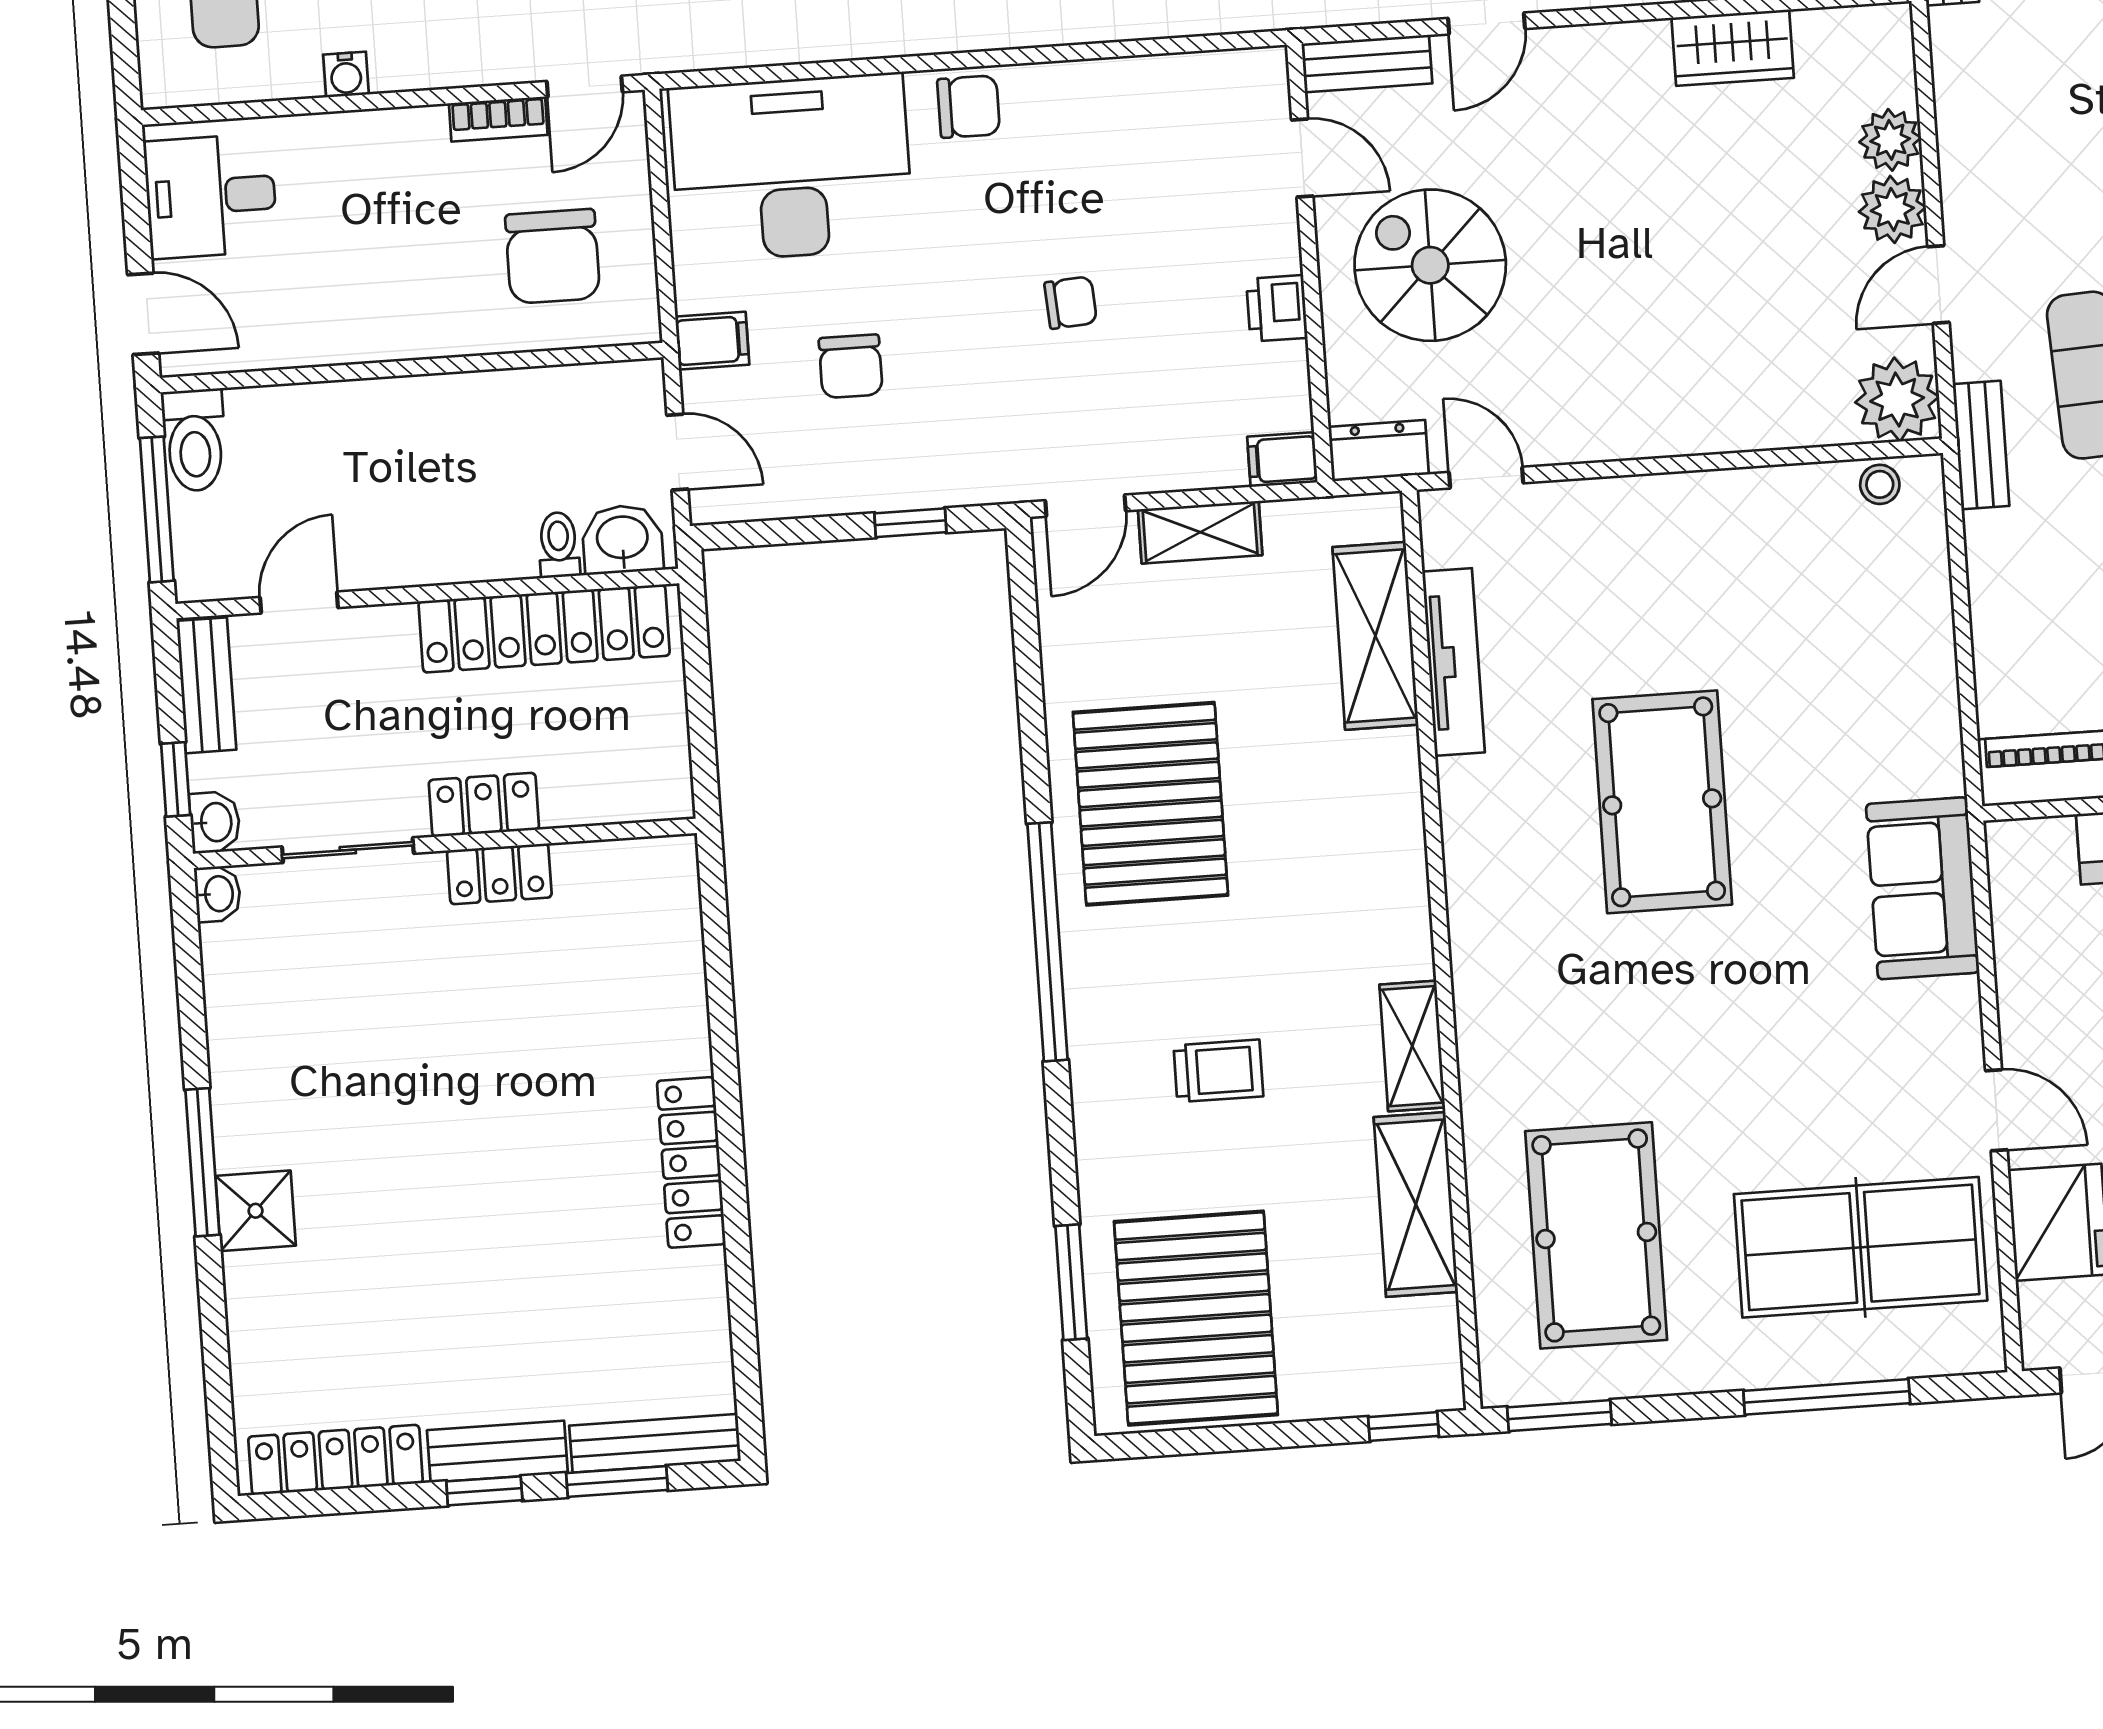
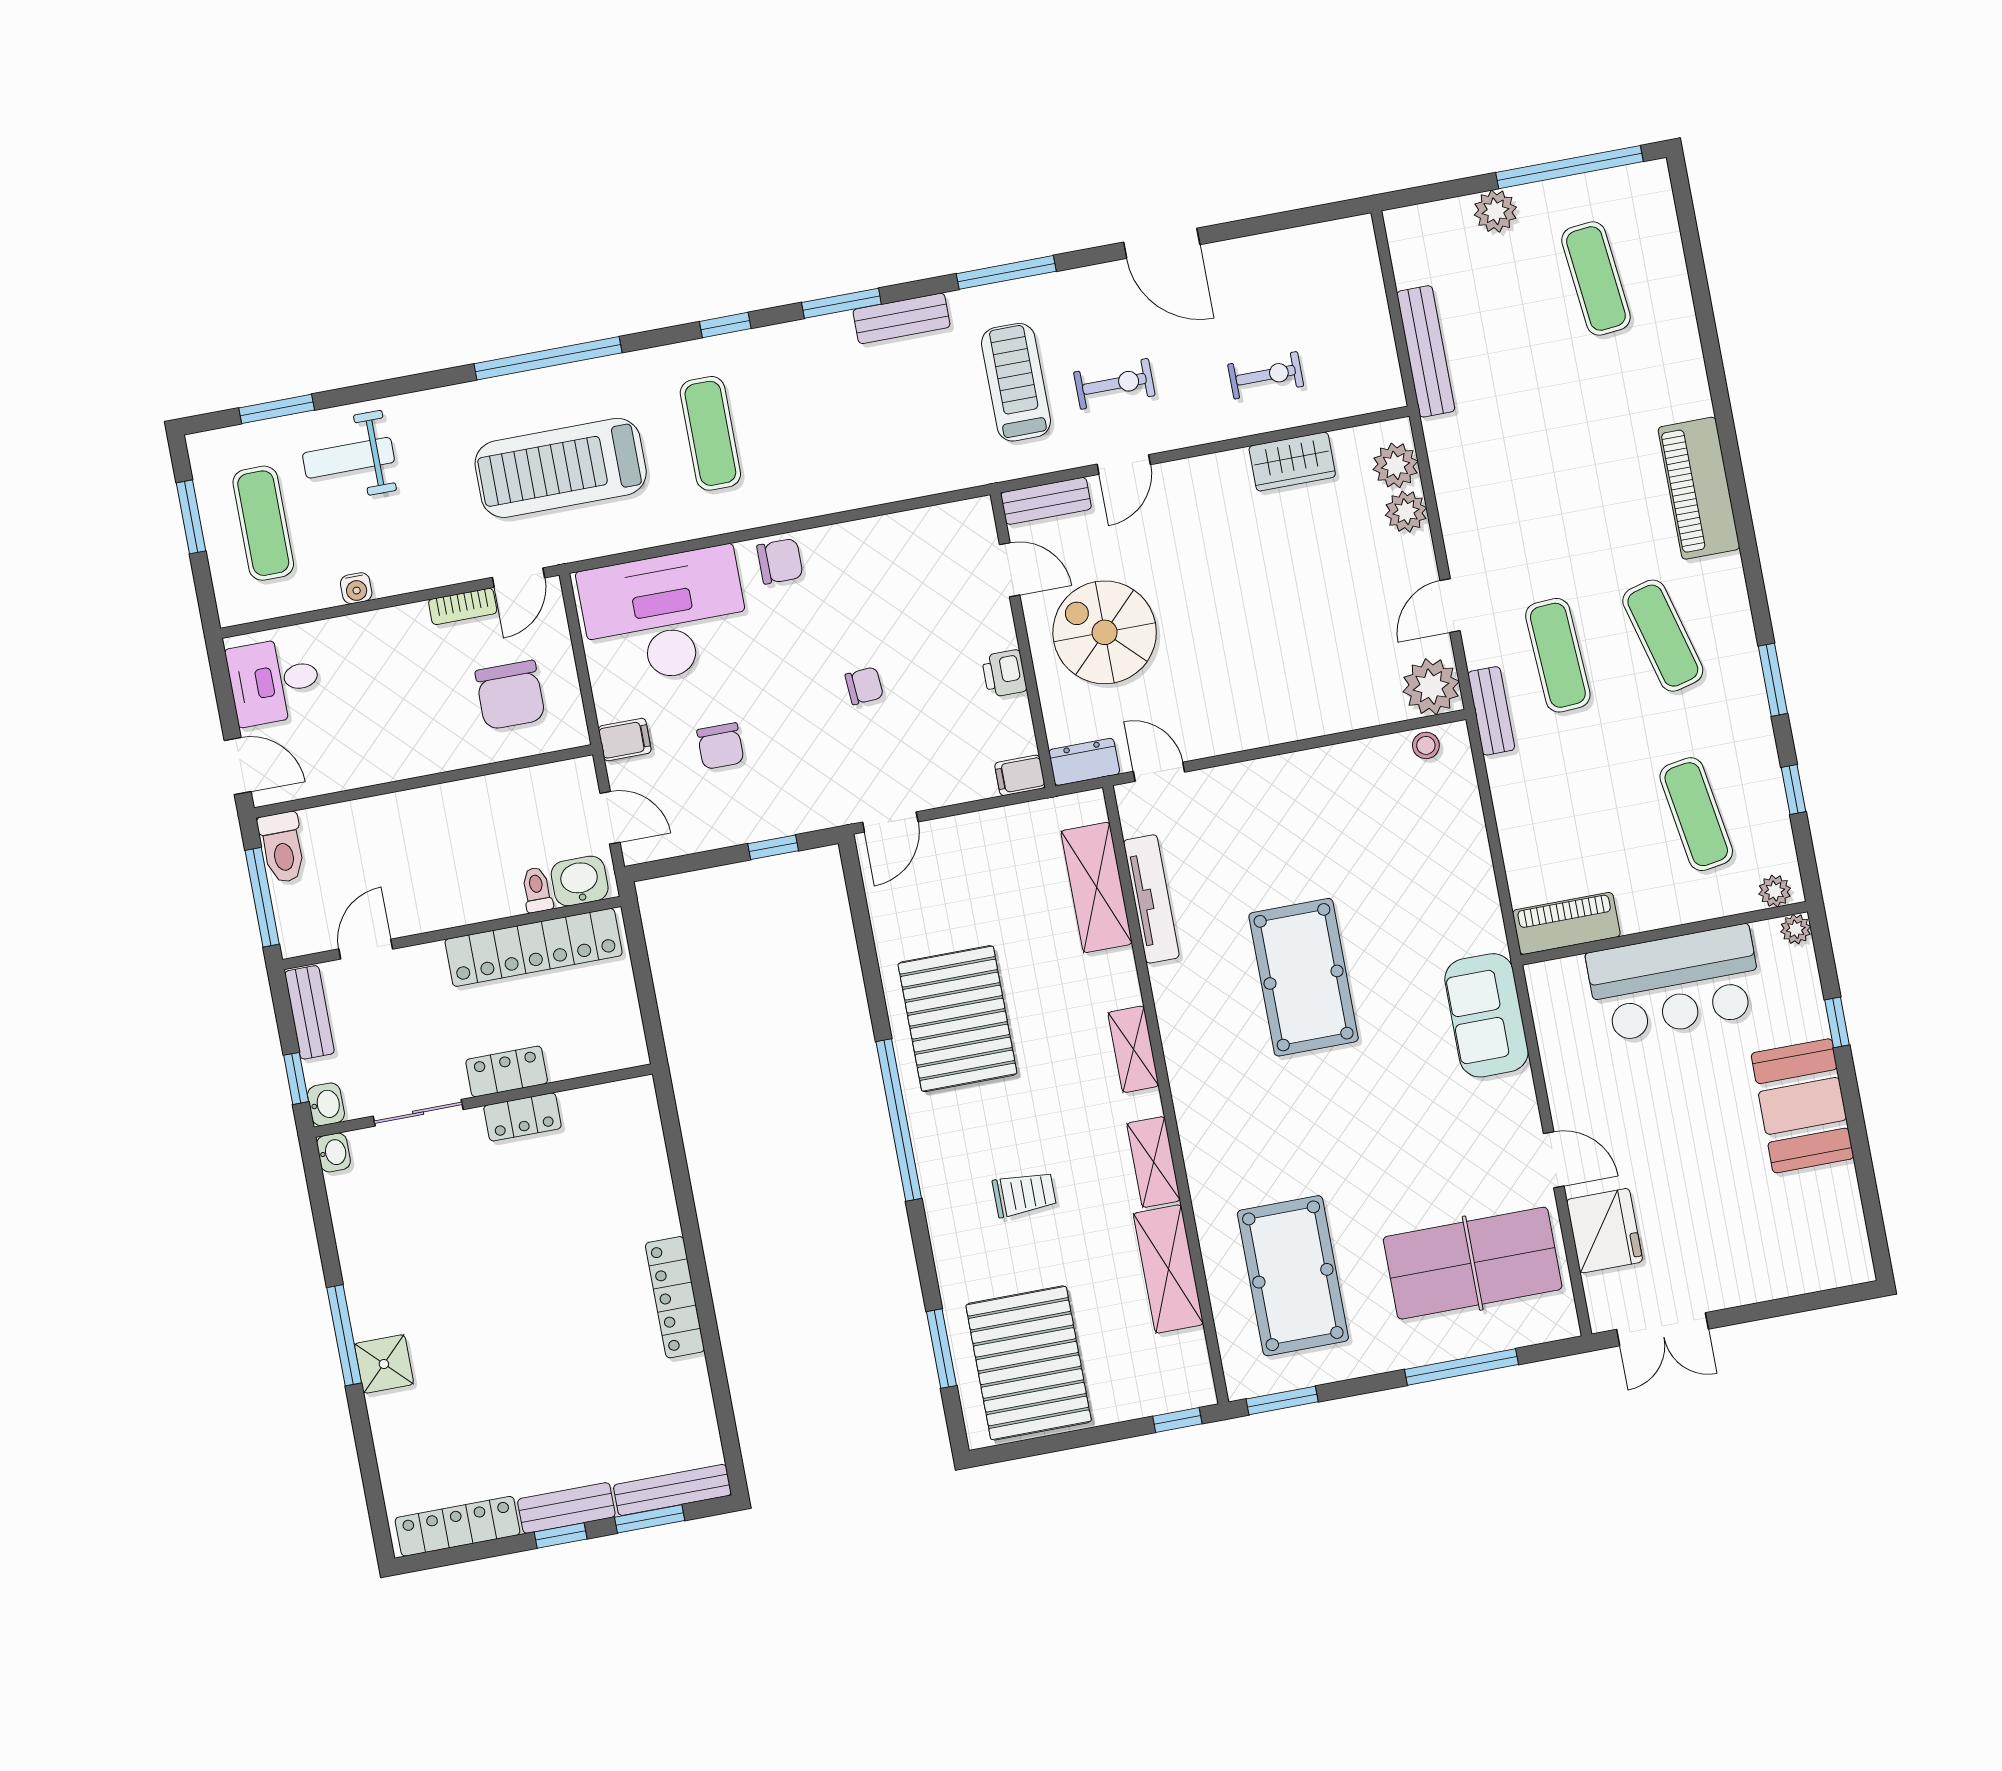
plant: (1892, 209) -> (1395, 465), moved
shelving: (1200, 532) -> (1133, 1049), moved, turned 90

